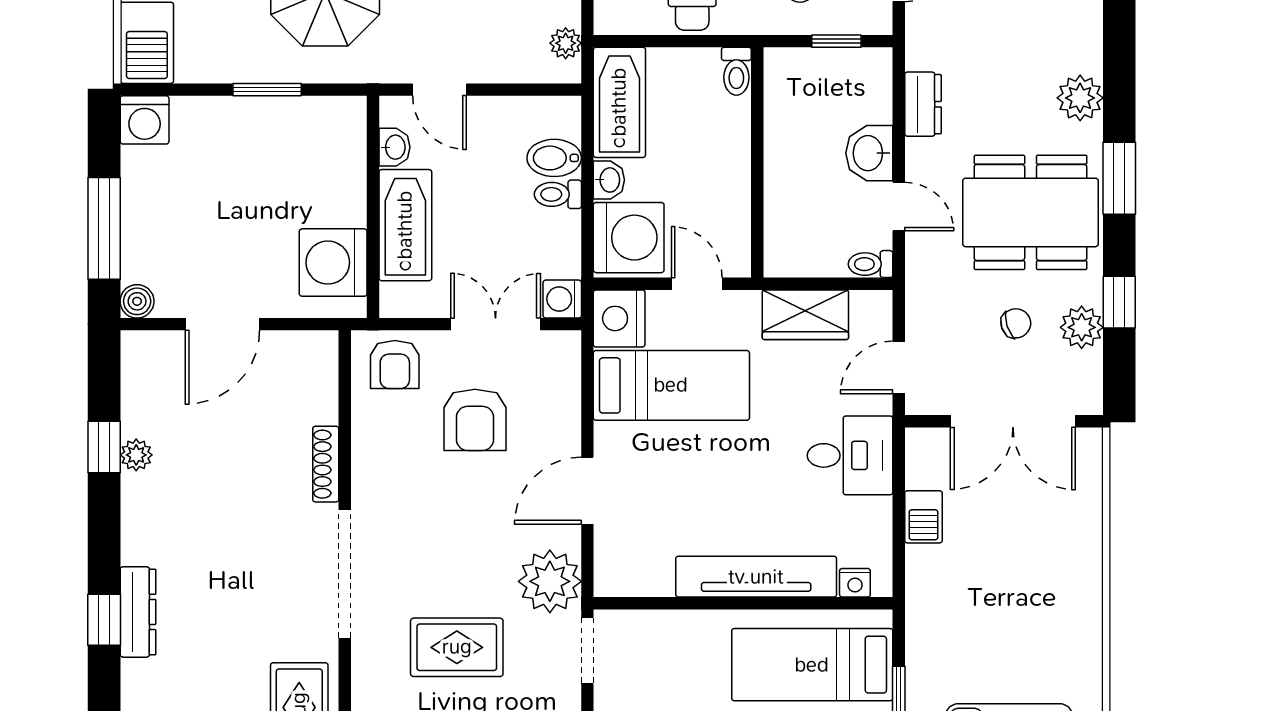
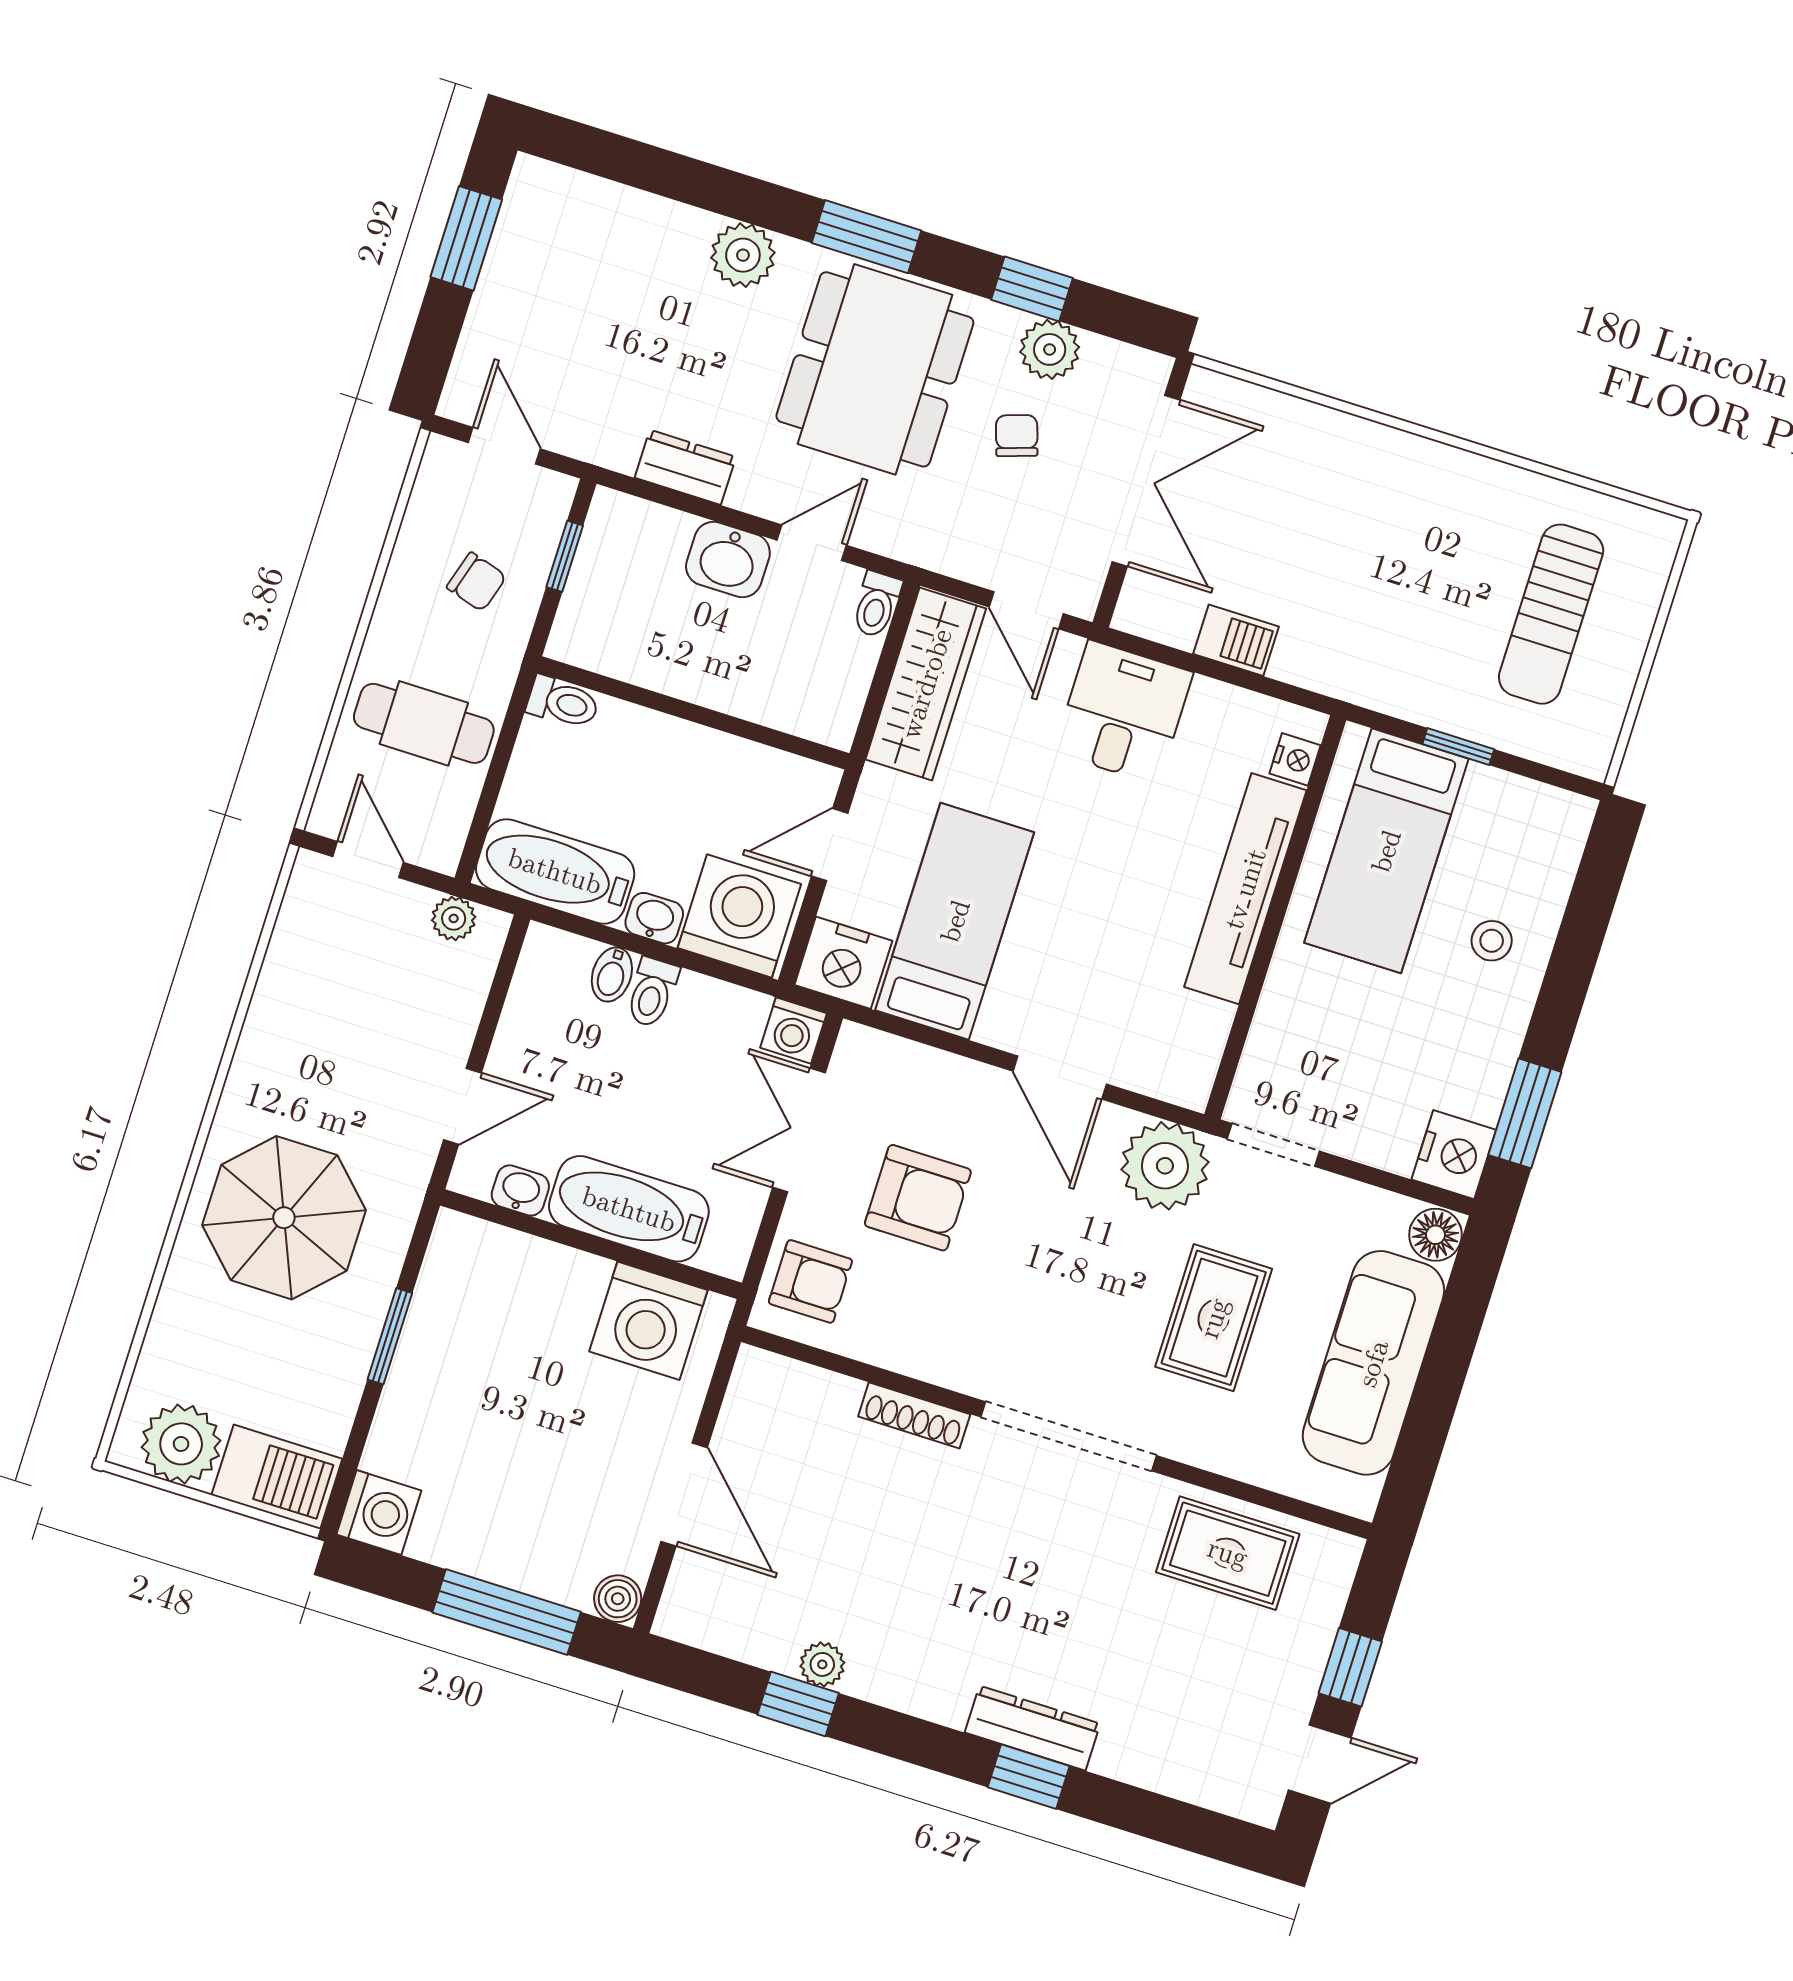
bidet: (554, 158) -> (612, 975), width x0.72, depth x0.74
wardrobe: (805, 315) -> (926, 684), width x1.50

